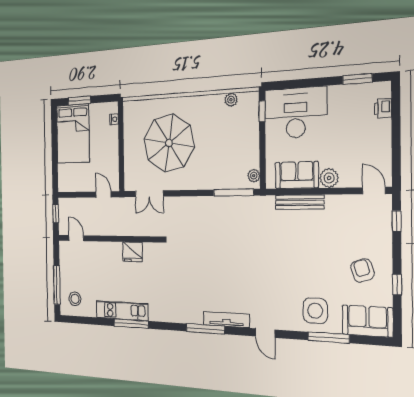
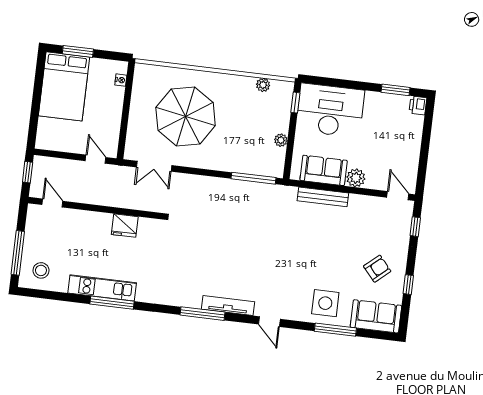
printer: (383, 108) -> (418, 105), moved
plant: (254, 176) -> (281, 140), moved
armchair: (362, 270) -> (377, 269), turned 67

